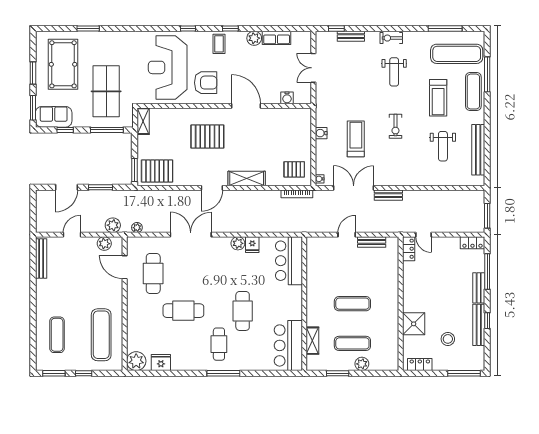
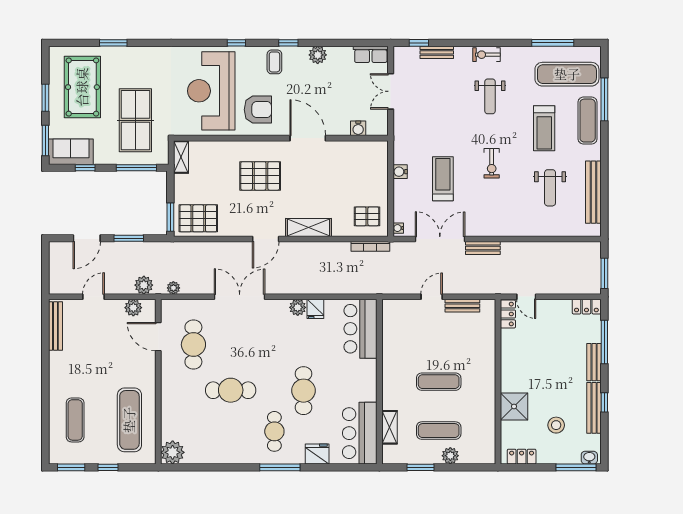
row of seats: (277, 38) -> (371, 54), moved
fridge: (161, 362) -> (317, 454), moved
washbasin: (475, 365) -> (589, 458), added

